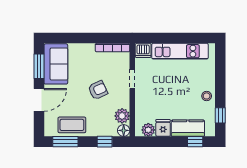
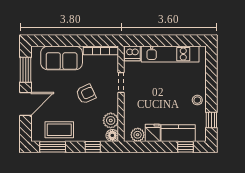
sofa: (56, 64) -> (62, 58), moved, turned 90

